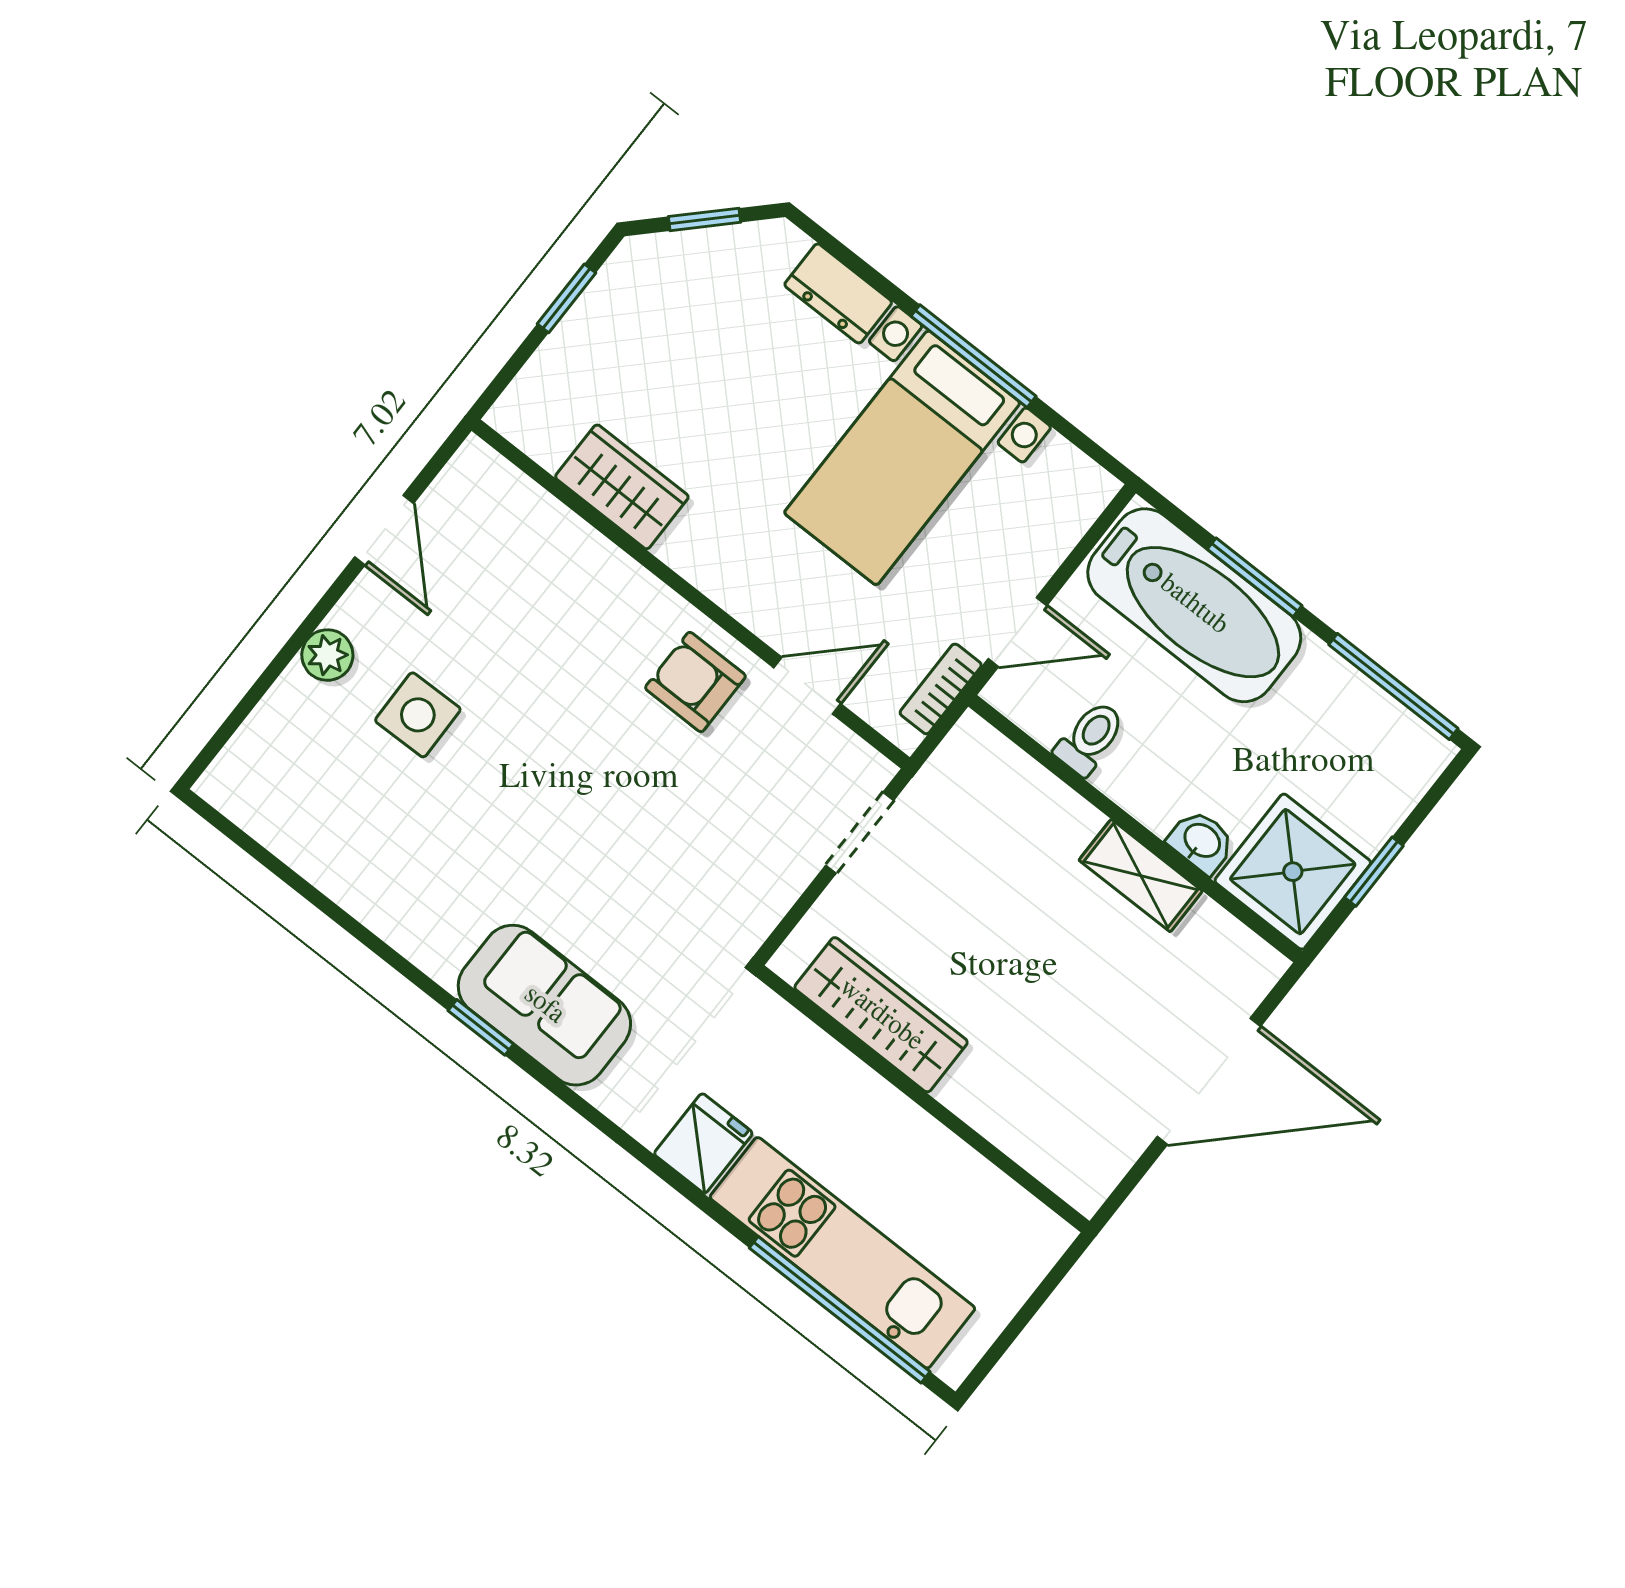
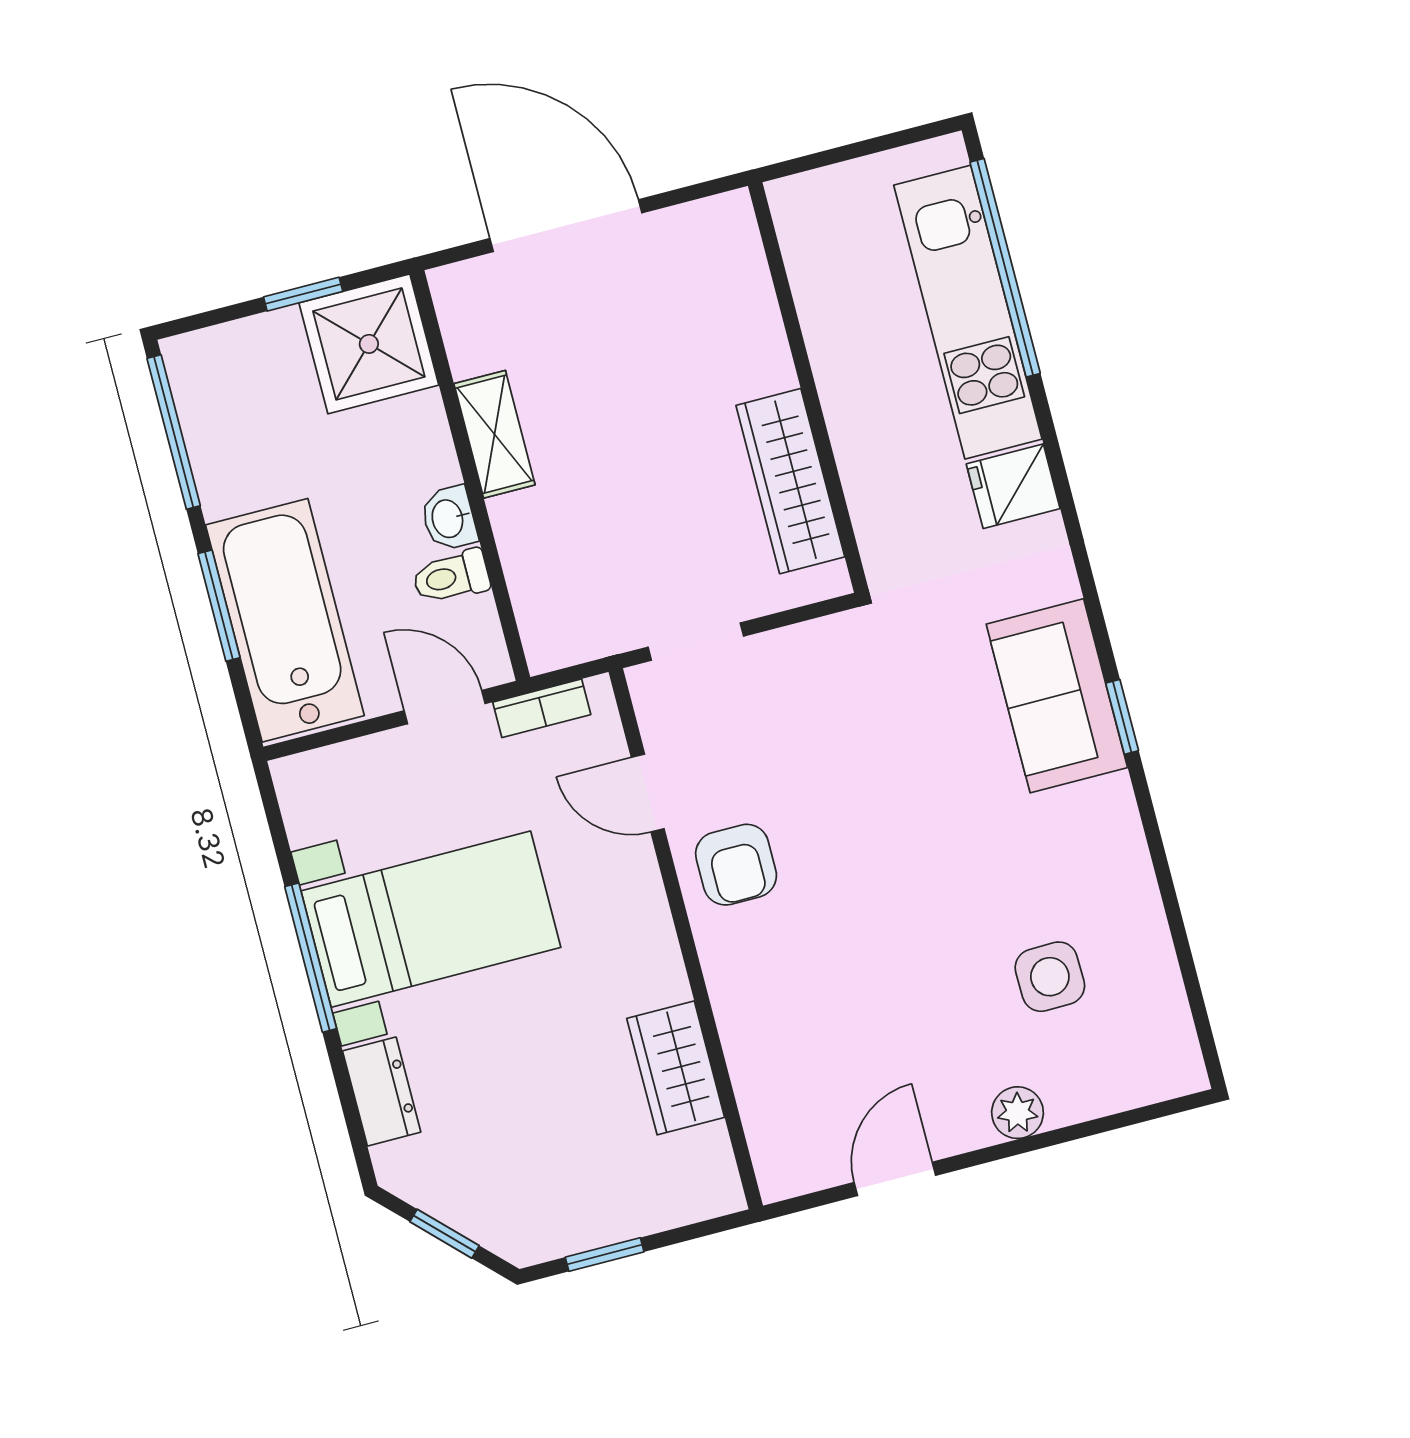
side table: (418, 715) -> (1050, 977), moved
washbasin: (1201, 841) -> (449, 518), moved

